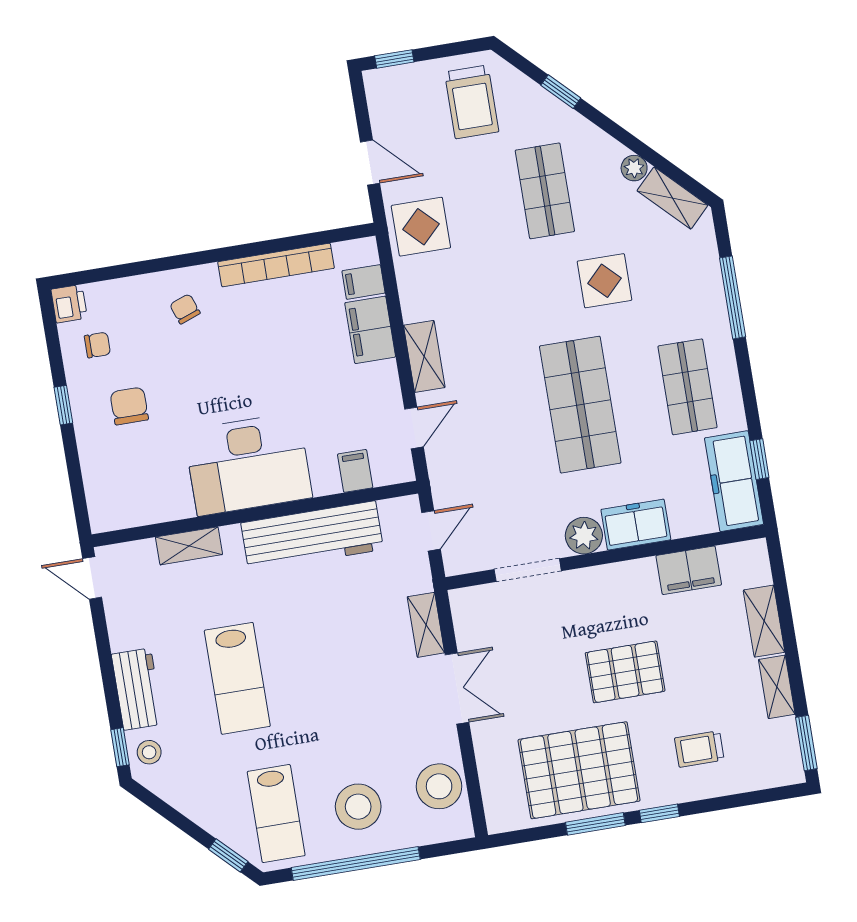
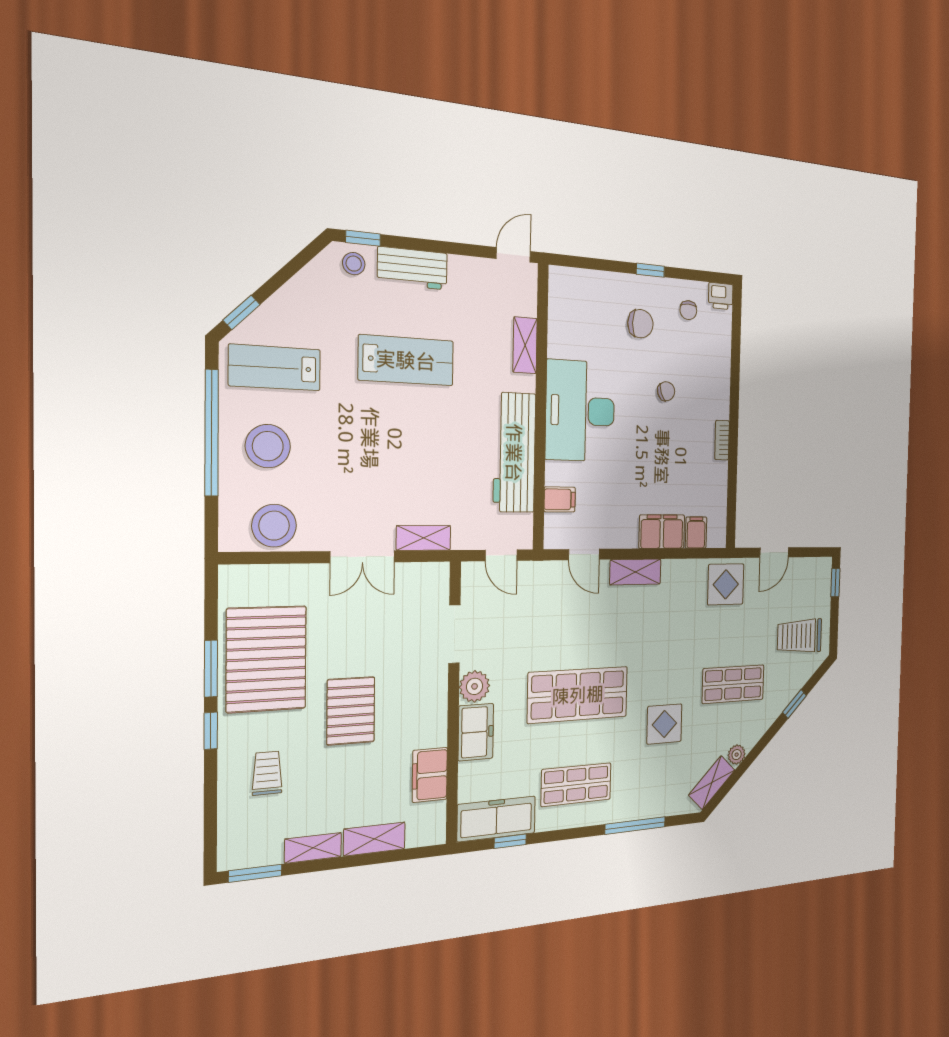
bookcase: (276, 265) -> (722, 440), width x0.43, depth x0.76
chair: (185, 309) -> (666, 391), moved
lab bench: (237, 678) -> (406, 360), turned 180

